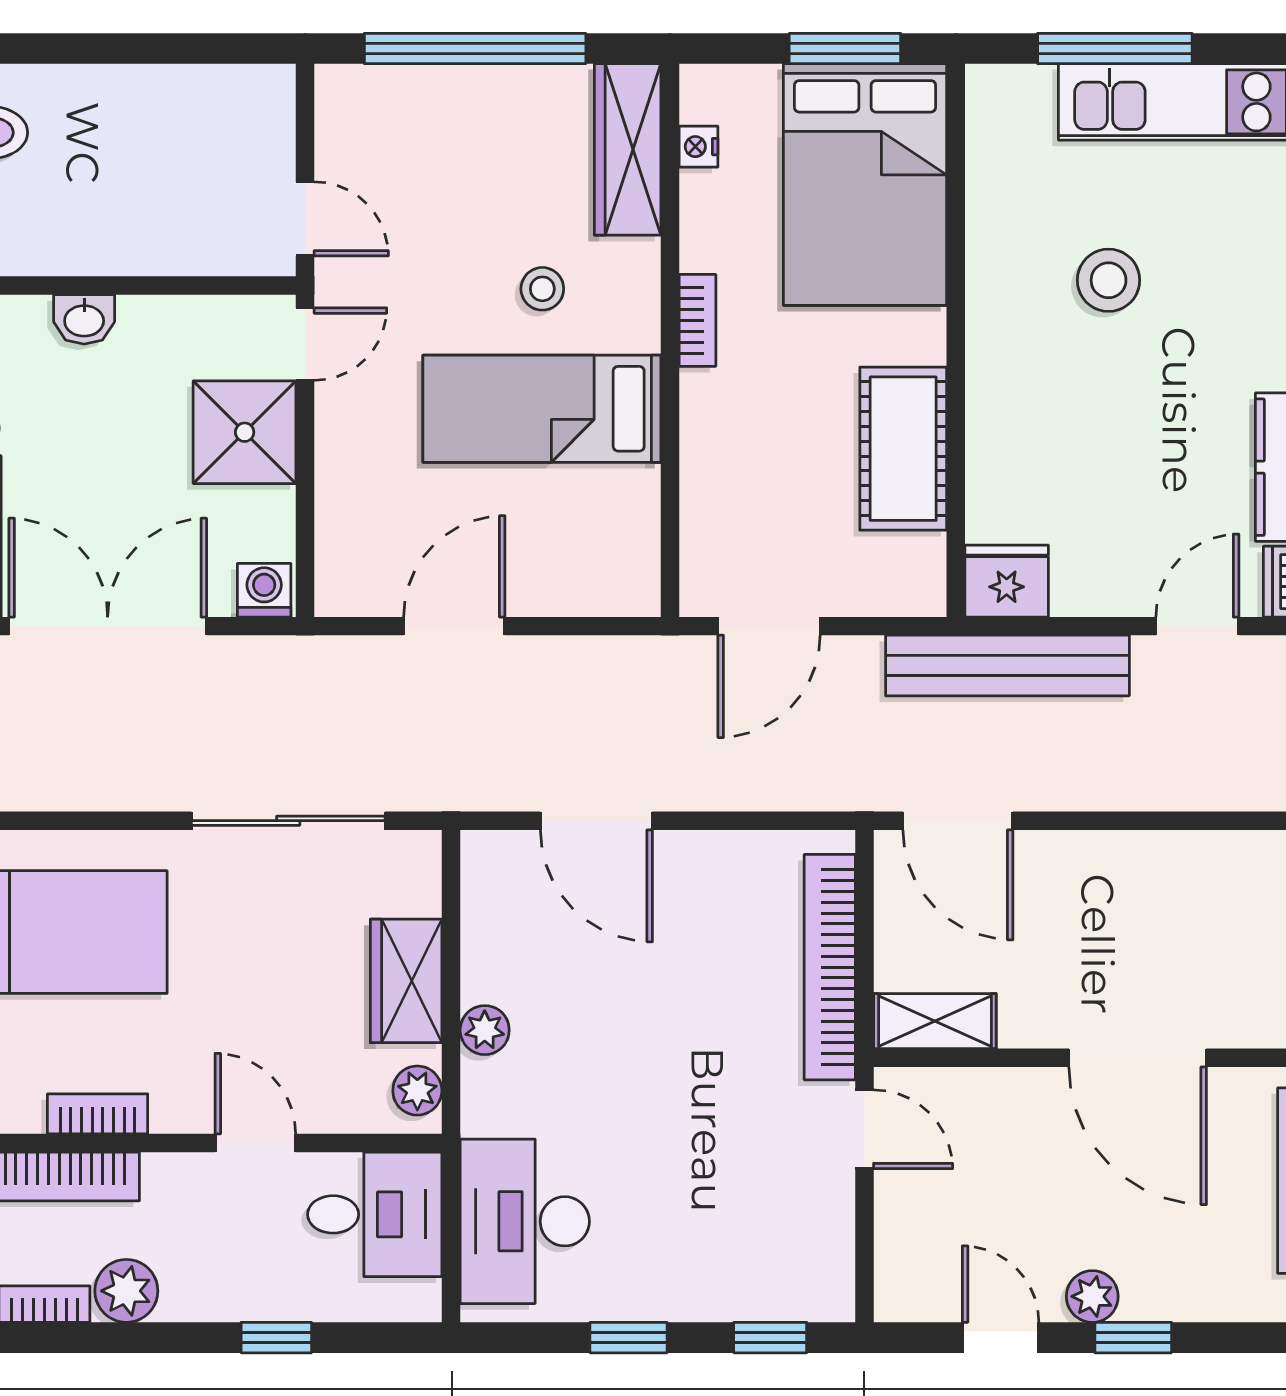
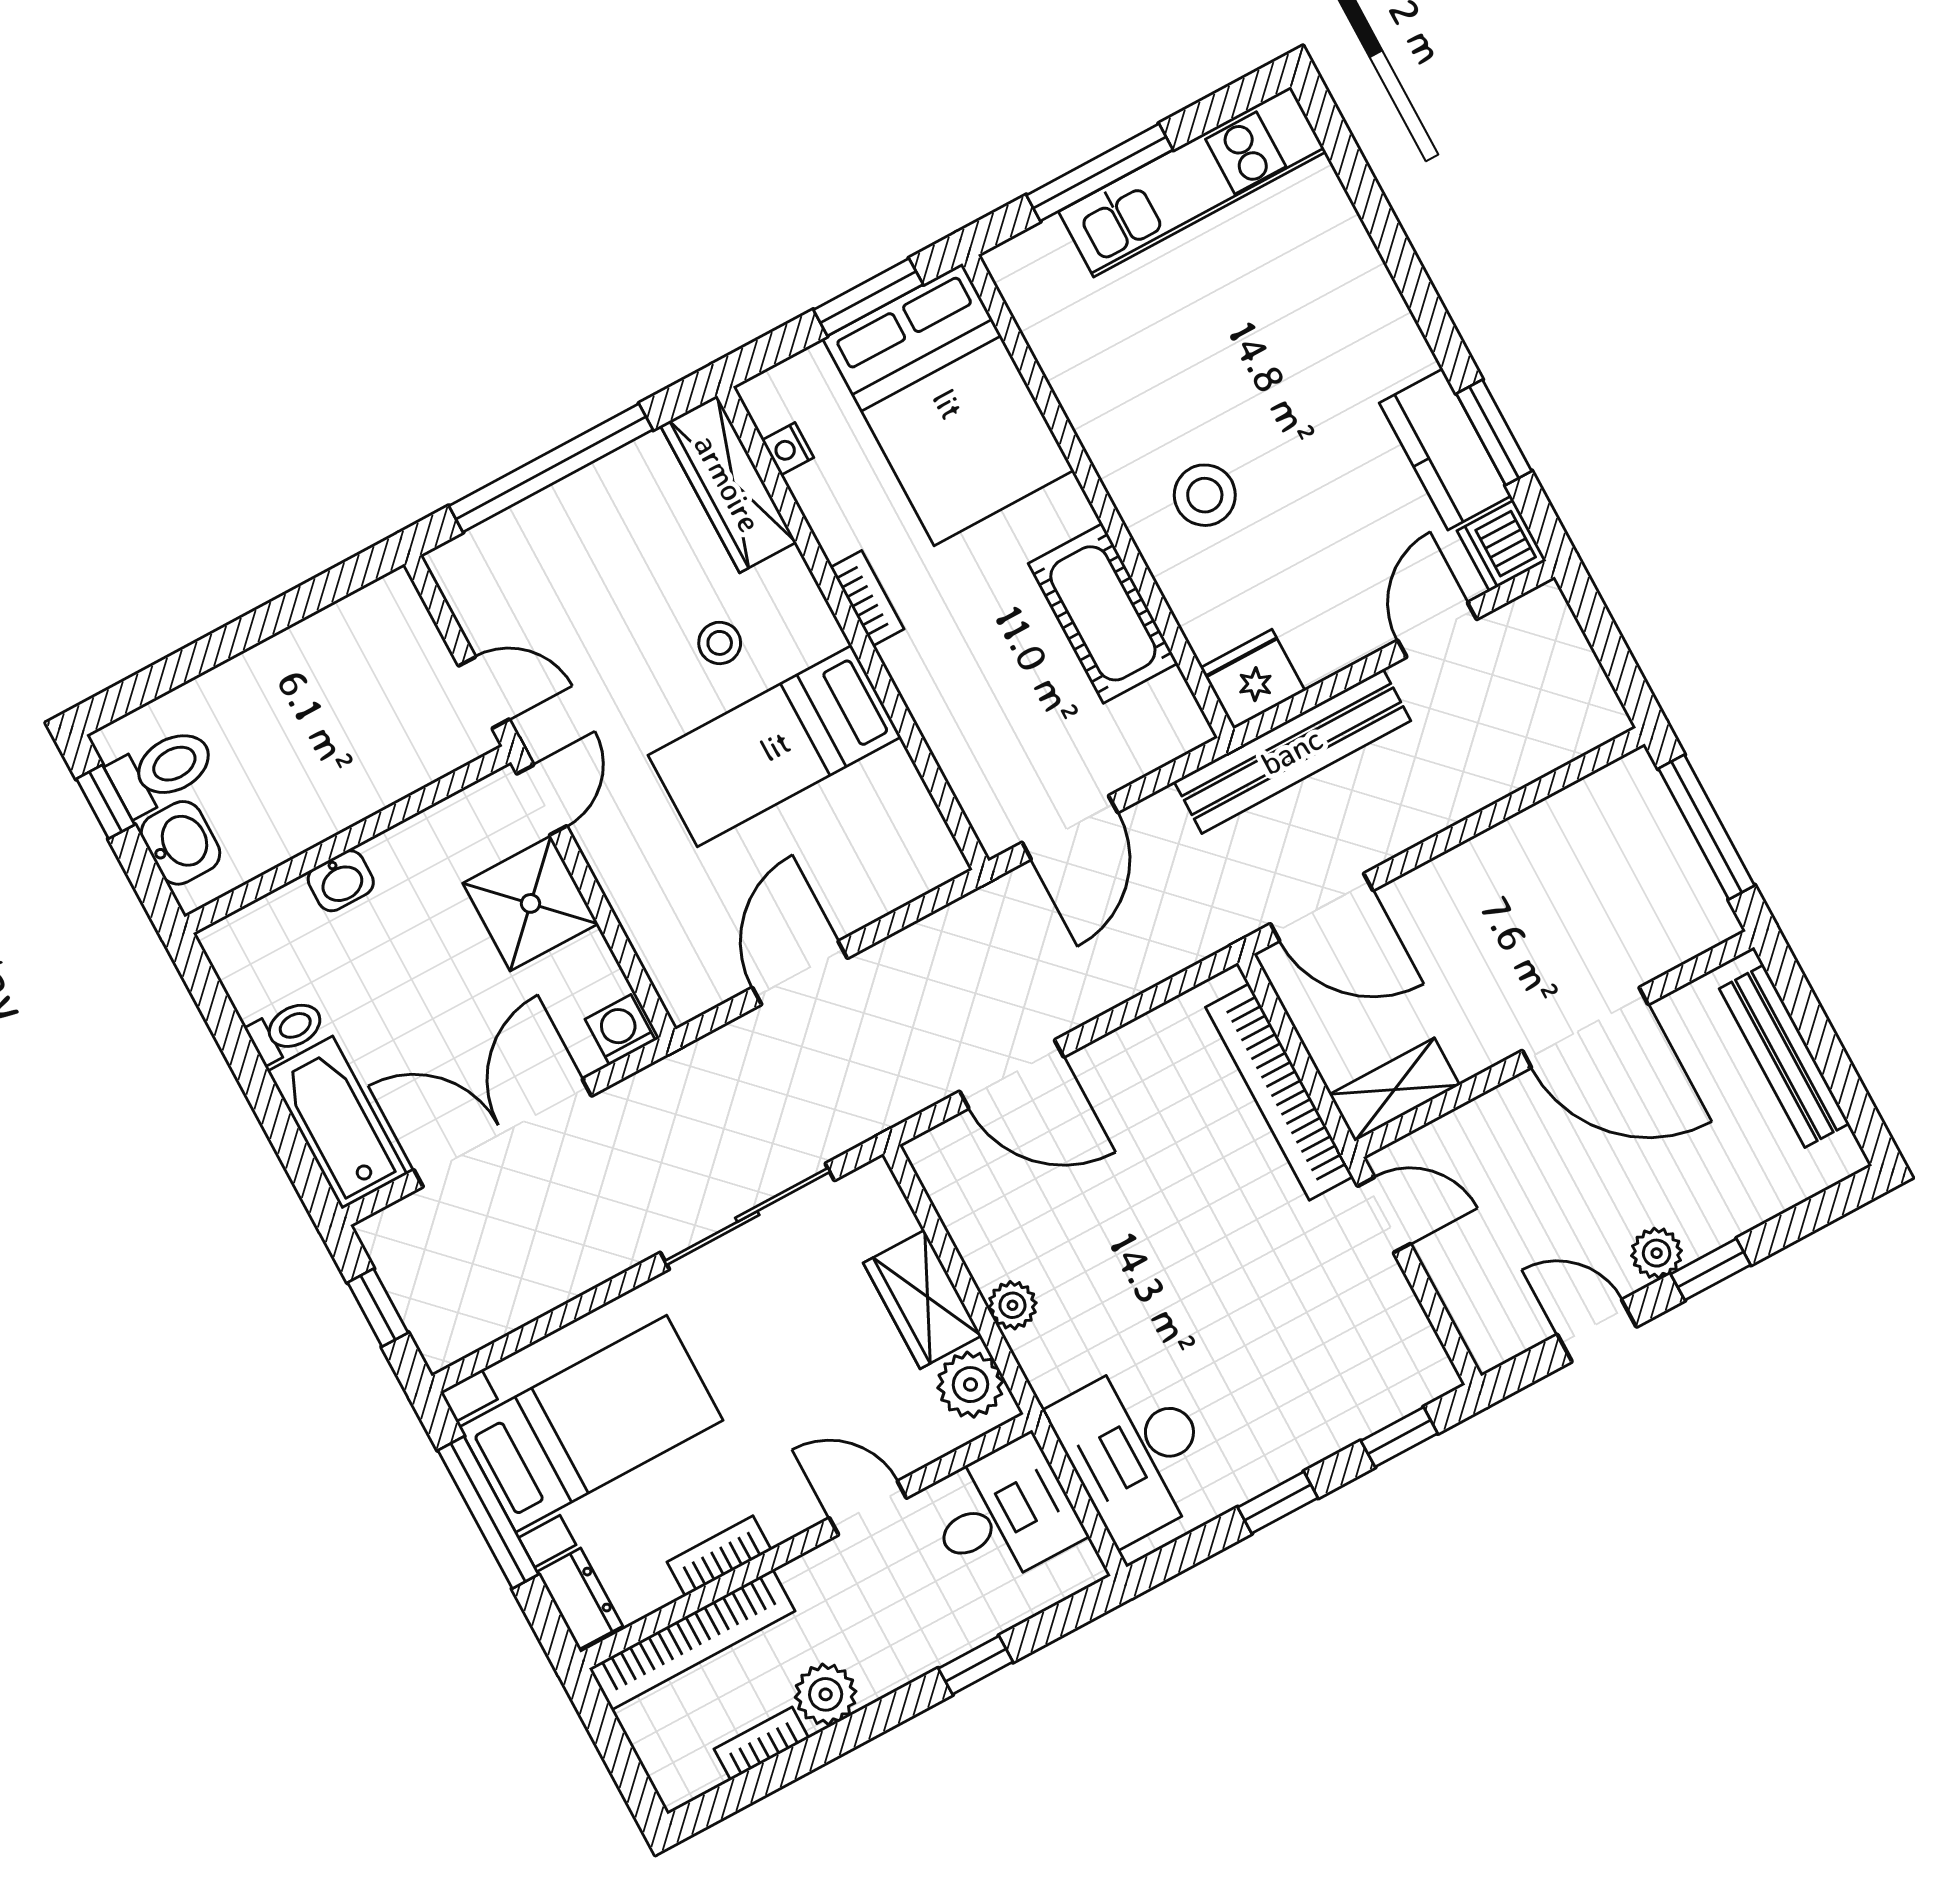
stool: (1109, 280) -> (1205, 495), moved
plant: (417, 1091) -> (970, 1385), width x1.38, depth x1.38

